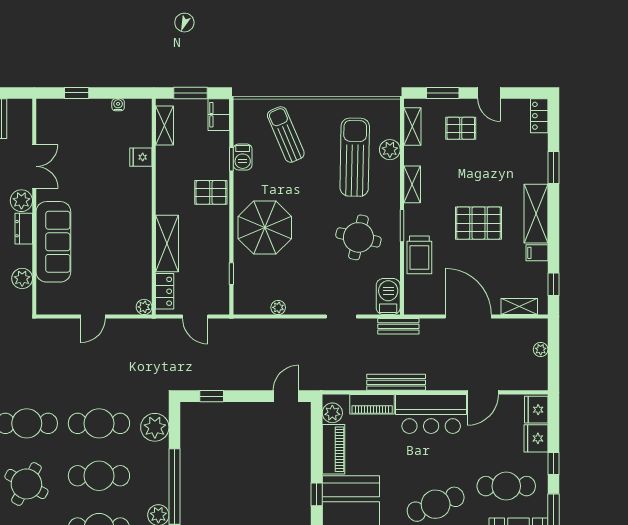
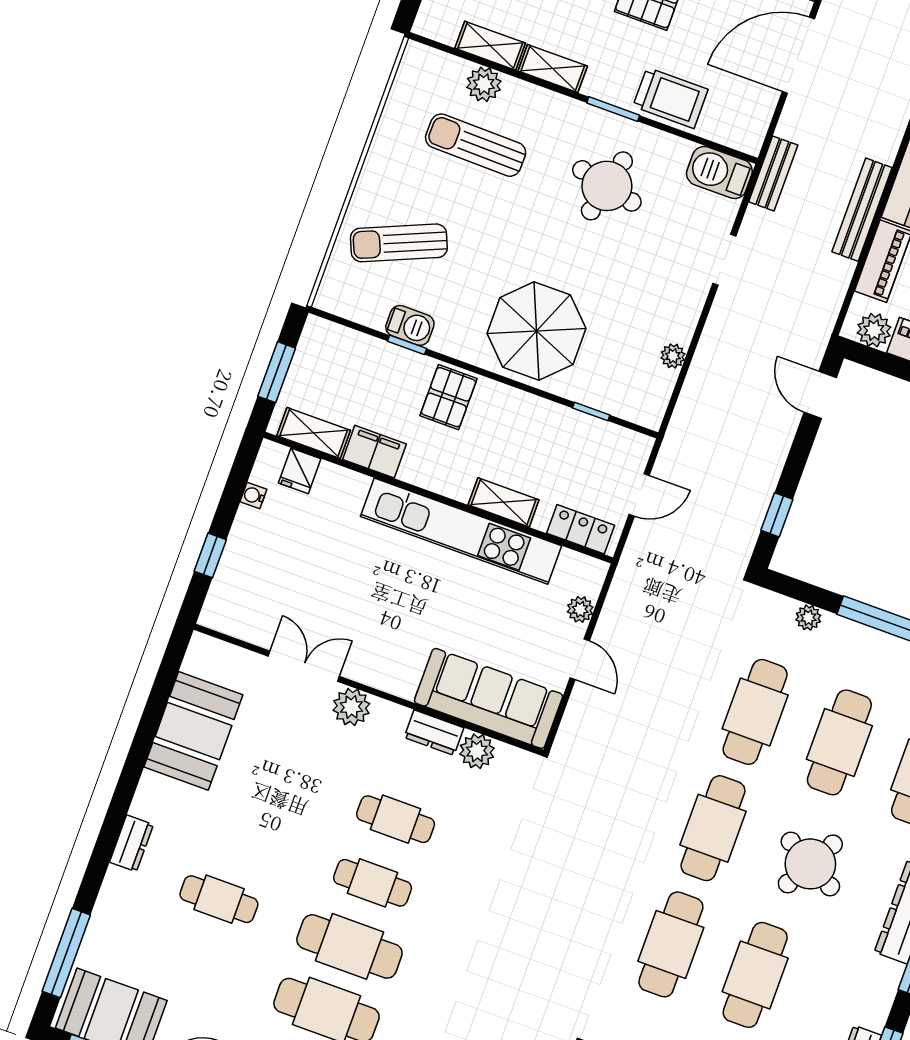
filing cabinet: (219, 115) -> (375, 452), moved, turned 180
shelving: (412, 127) -> (490, 46), moved
fridge: (141, 157) -> (300, 471), moved
sun lounger: (355, 157) -> (476, 145), width x0.73, depth x0.75
kitchen unit: (140, 226) -> (461, 531), added
dresser: (24, 229) -> (434, 733), moved
sofa: (53, 242) -> (489, 698), moved
shelving: (167, 244) -> (504, 502), width x0.67, depth x0.75
plant: (144, 307) -> (580, 609), moved
plant: (155, 427) -> (808, 618), width x0.53, depth x0.53

